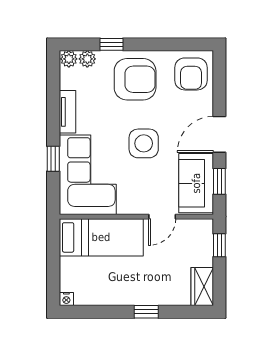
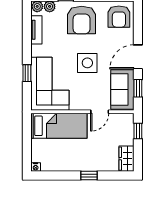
armchair: (135, 79) -> (82, 20), turned 90
tv unit: (67, 112) -> (36, 30), moved

